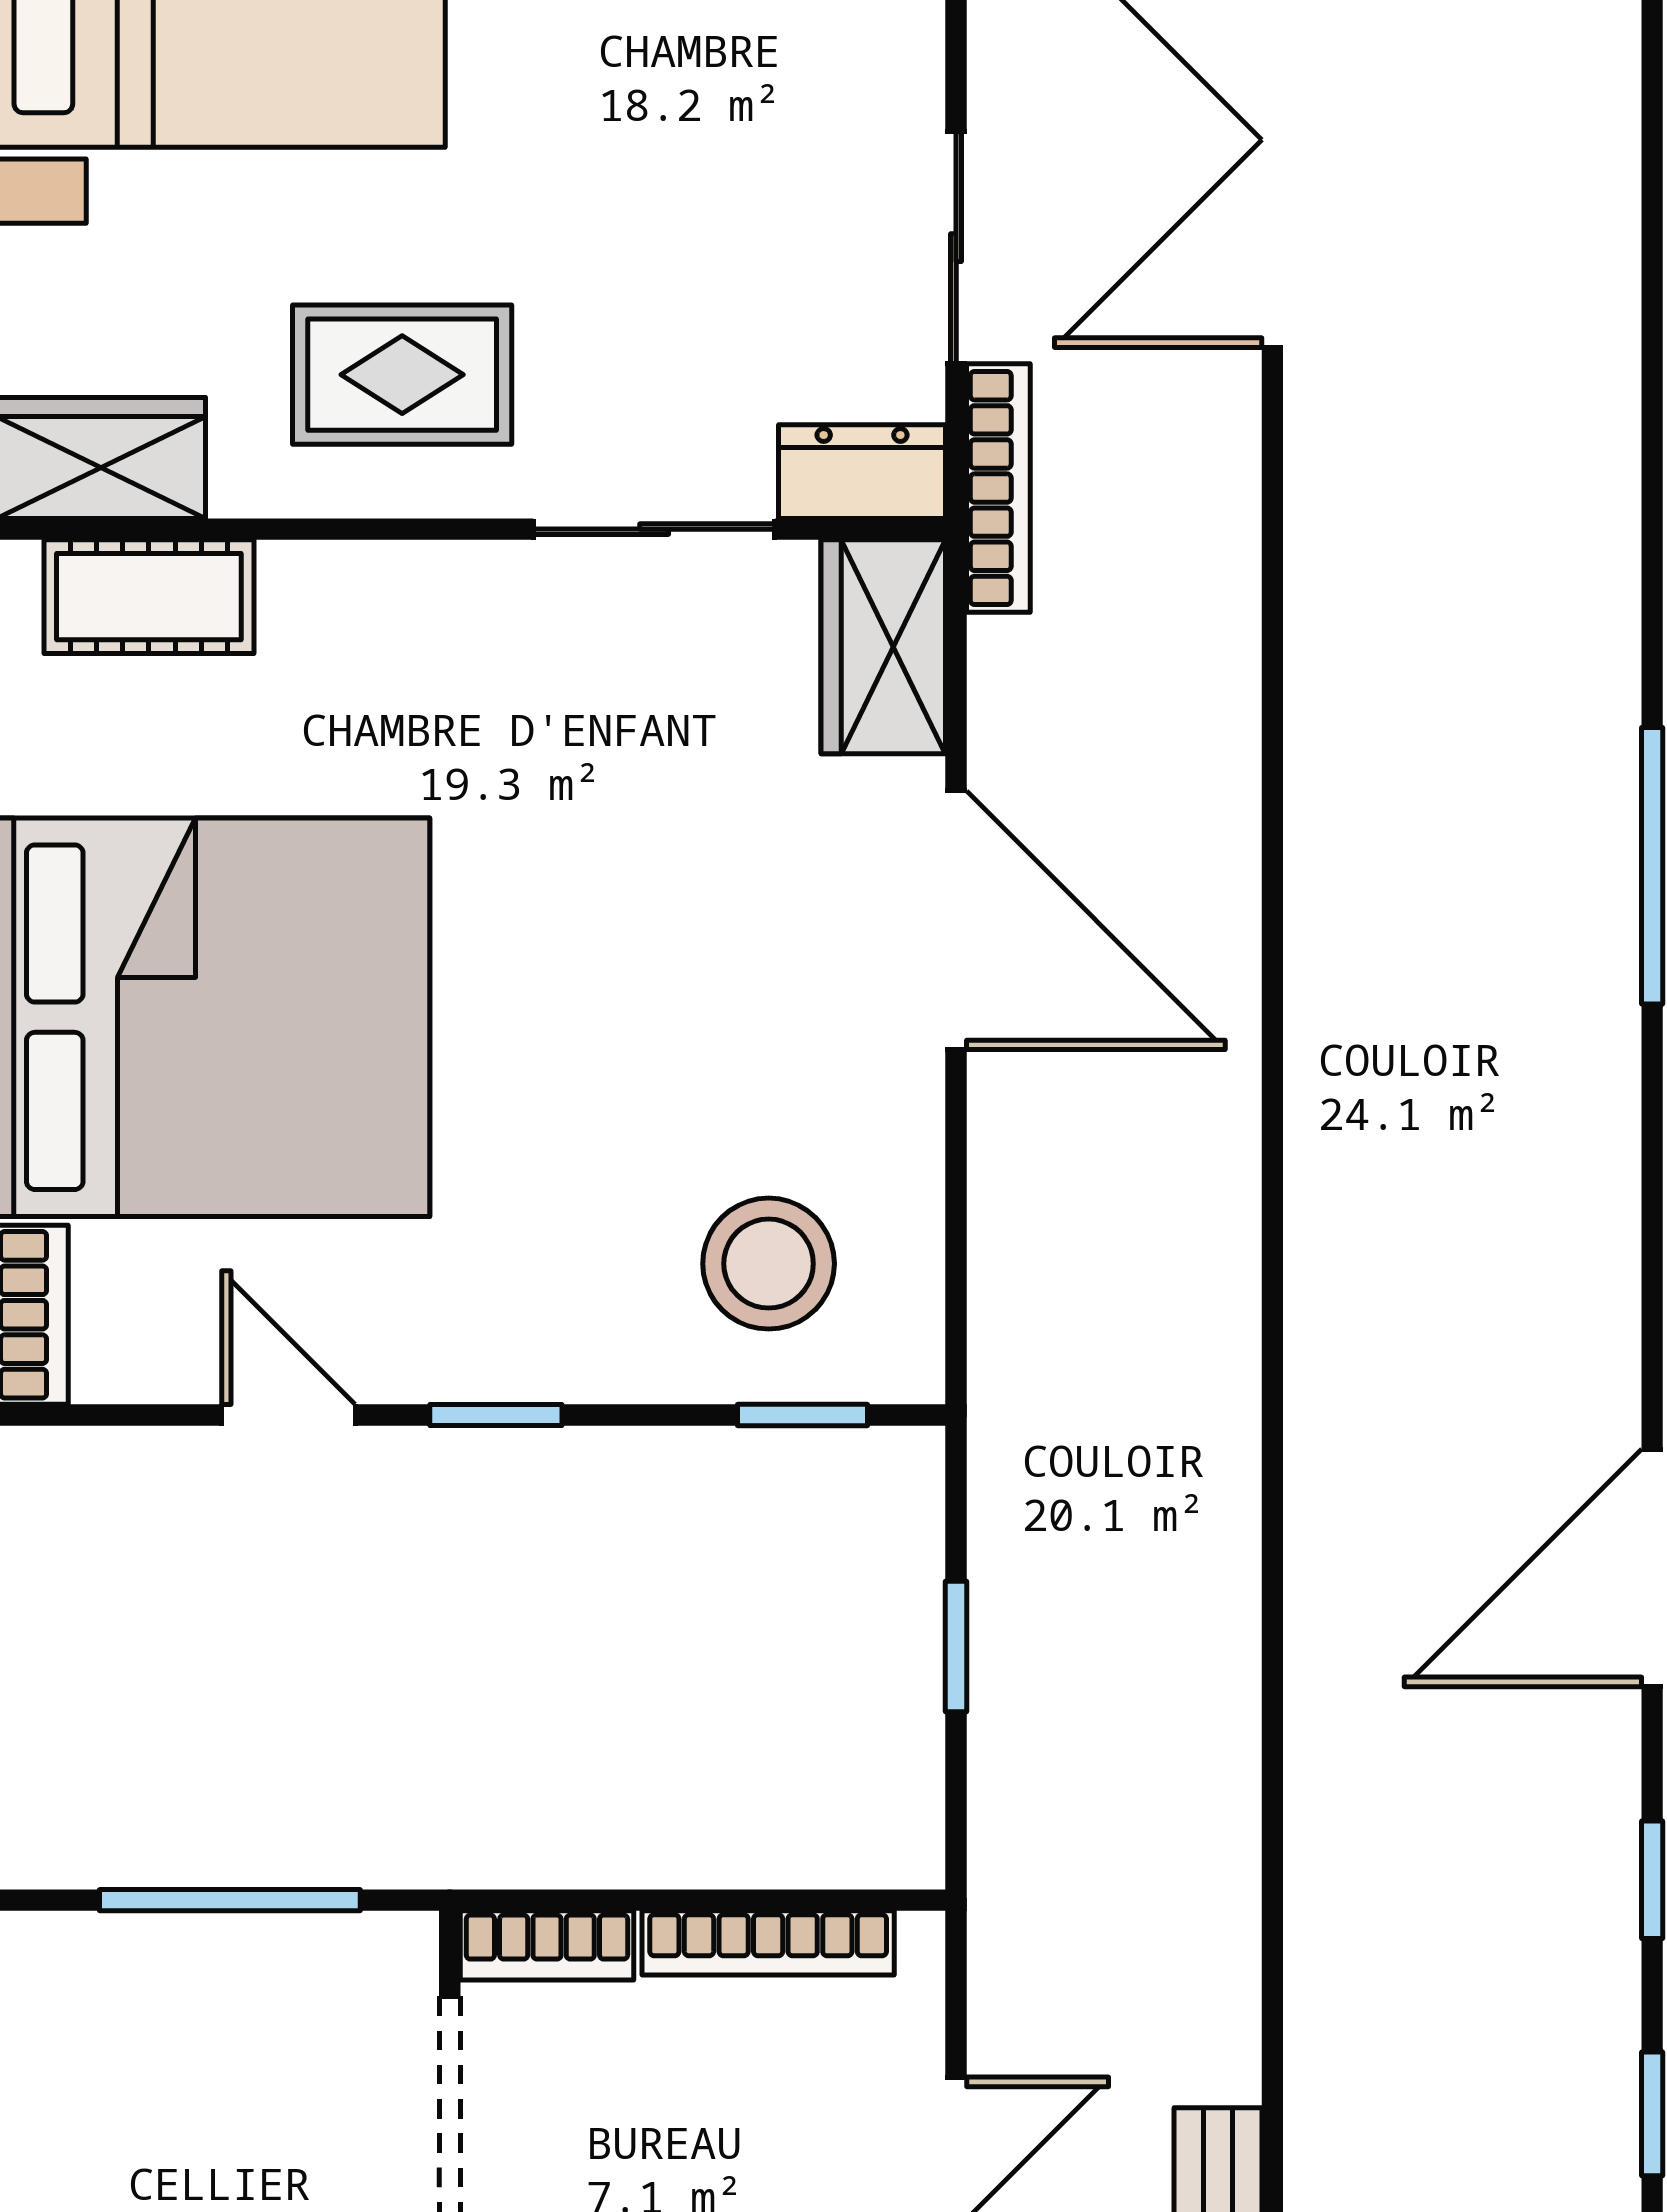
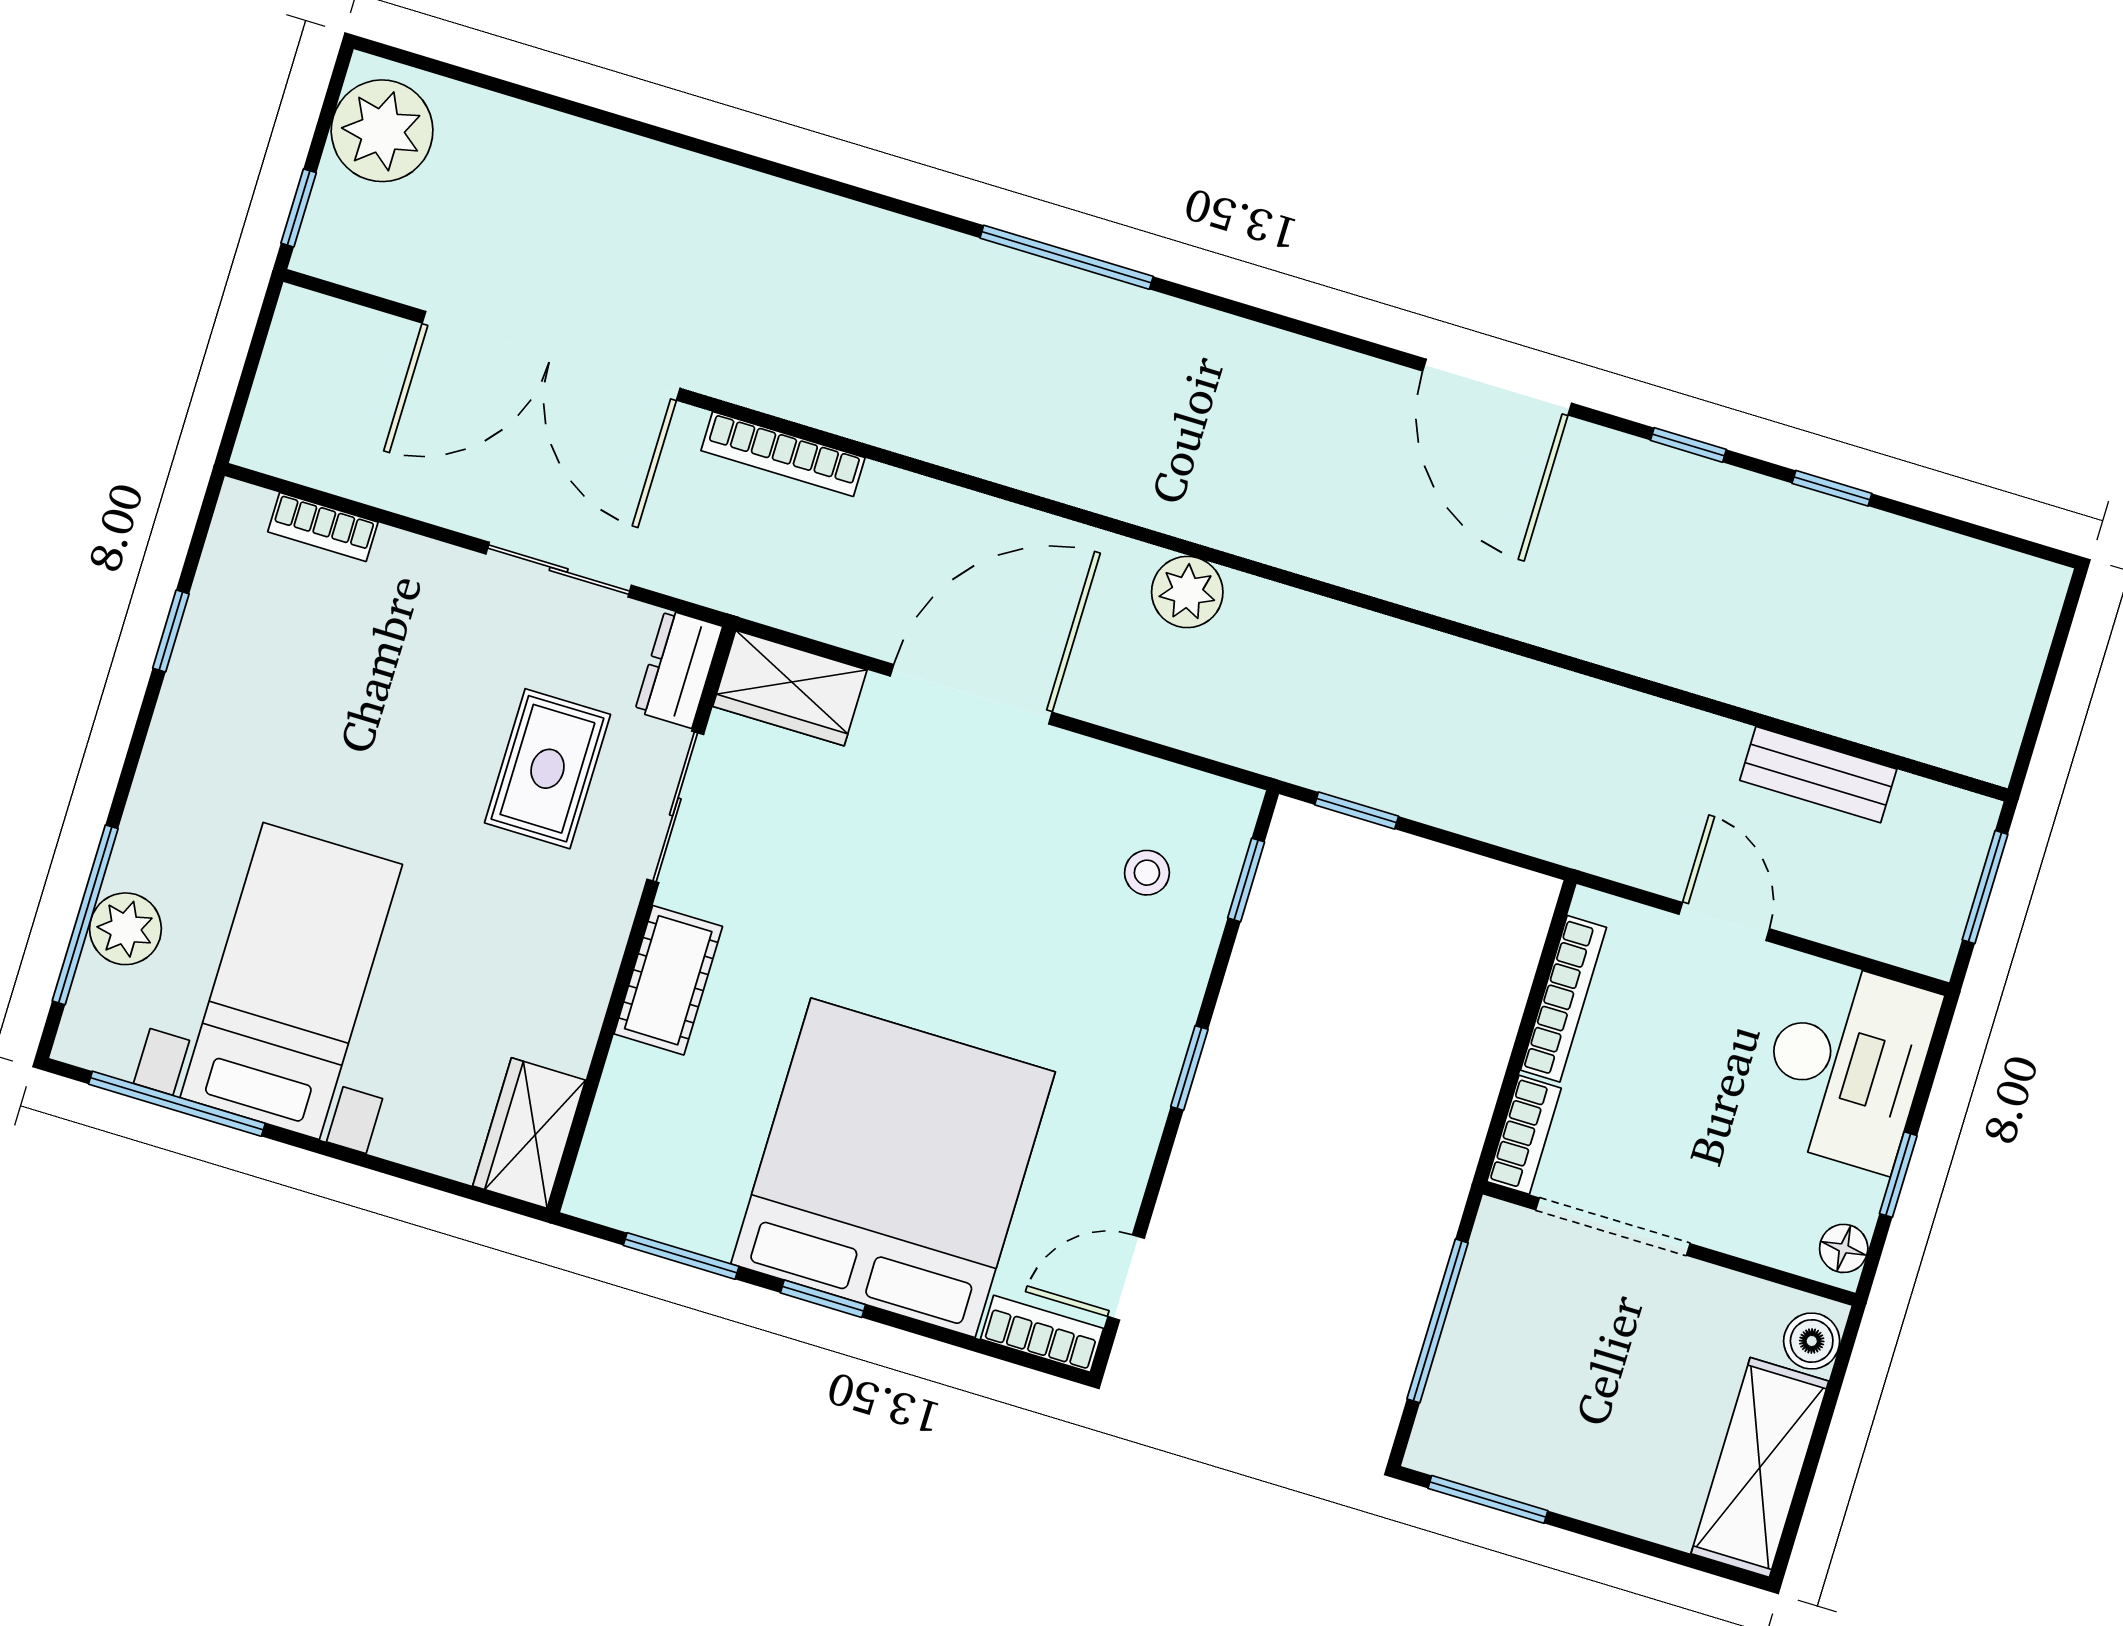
rug: (402, 375) -> (547, 769), moved
bookcase: (998, 488) -> (783, 454), moved, turned 180
cot: (149, 597) -> (668, 980), moved
plant: (1206, 1197) -> (1187, 592), added
stool: (769, 1264) -> (1147, 873), width x0.53, depth x0.53
door: (288, 1415) -> (1126, 1277), moved
window: (956, 1646) -> (1357, 811), moved

